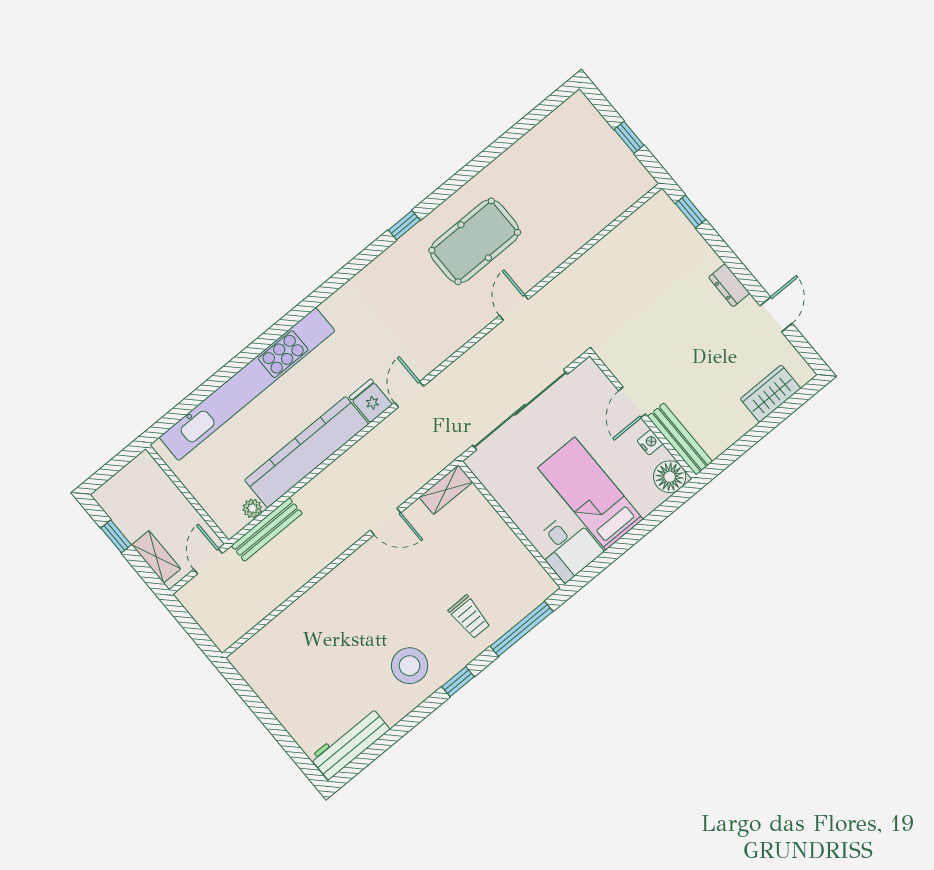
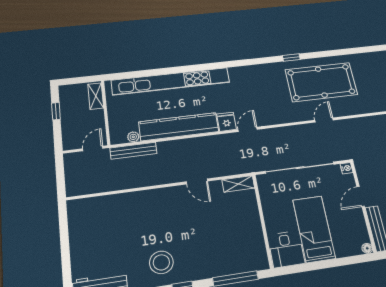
pool table: (475, 241) -> (321, 82), width x1.36, depth x1.32
nightstand: (650, 442) -> (347, 168), moved
floor lamp: (670, 477) -> (367, 248), width x0.53, depth x0.53
shelving: (156, 557) -> (96, 96), moved
trolley: (469, 617) -> (211, 255), removed

